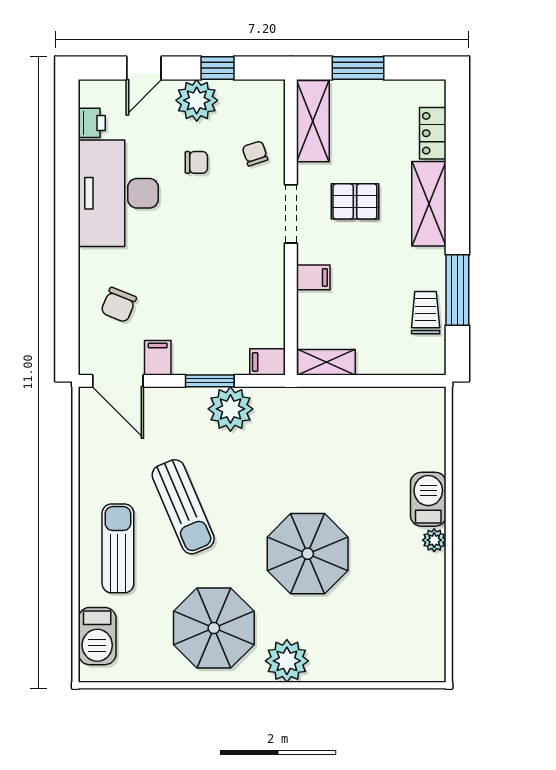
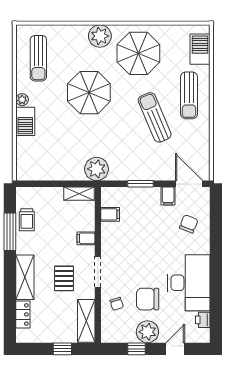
window: (358, 68) -> (62, 349), width x0.67
chair: (196, 162) -> (148, 299), width x1.87, depth x1.87
pallet: (355, 201) -> (64, 278), turned 90
filing cabinet: (267, 362) -> (110, 214), moved
plant: (230, 409) -> (97, 169), moved
sun lounger: (403, 619) -> (38, 58), added

